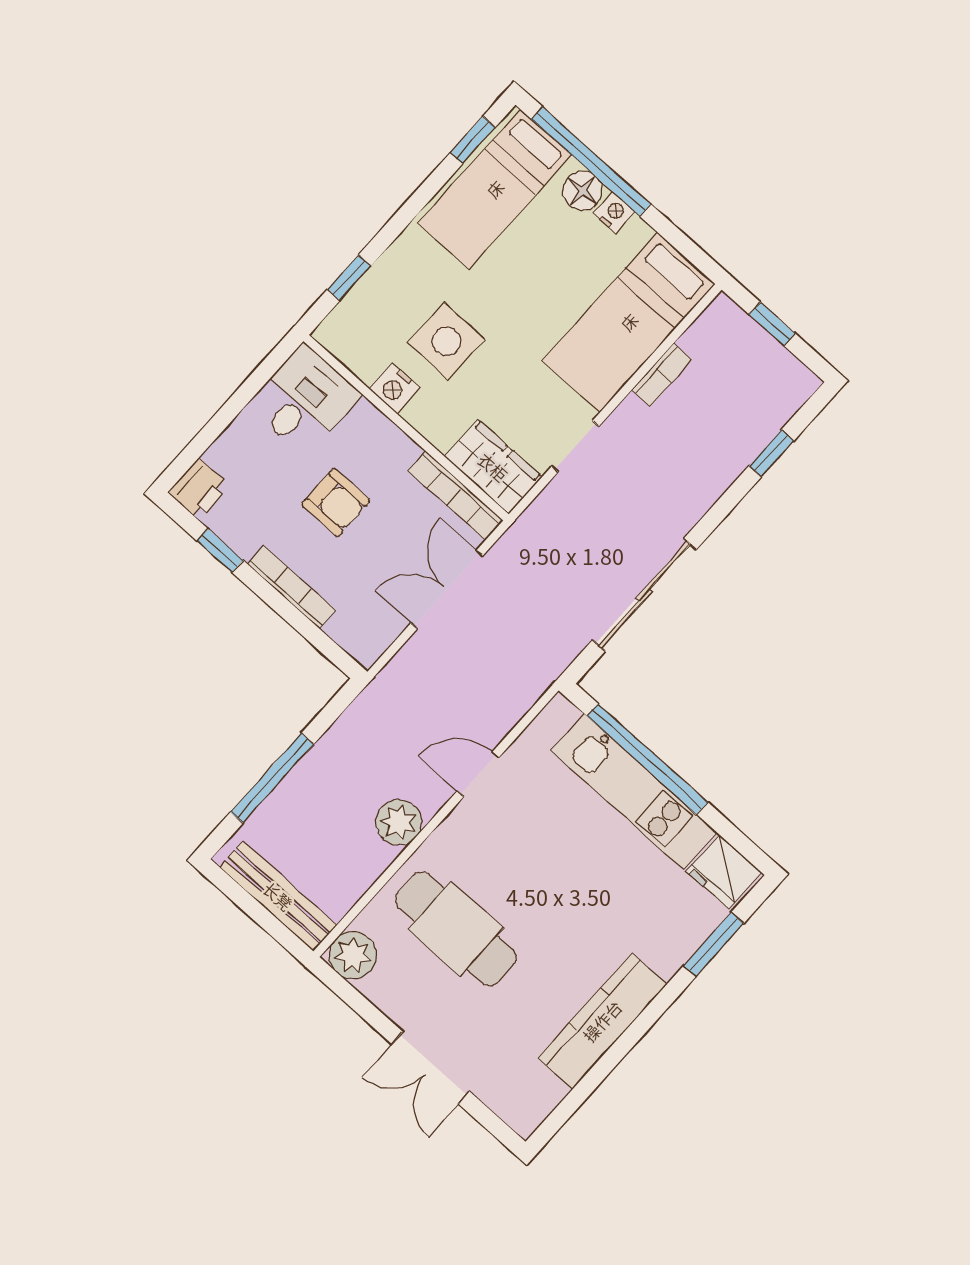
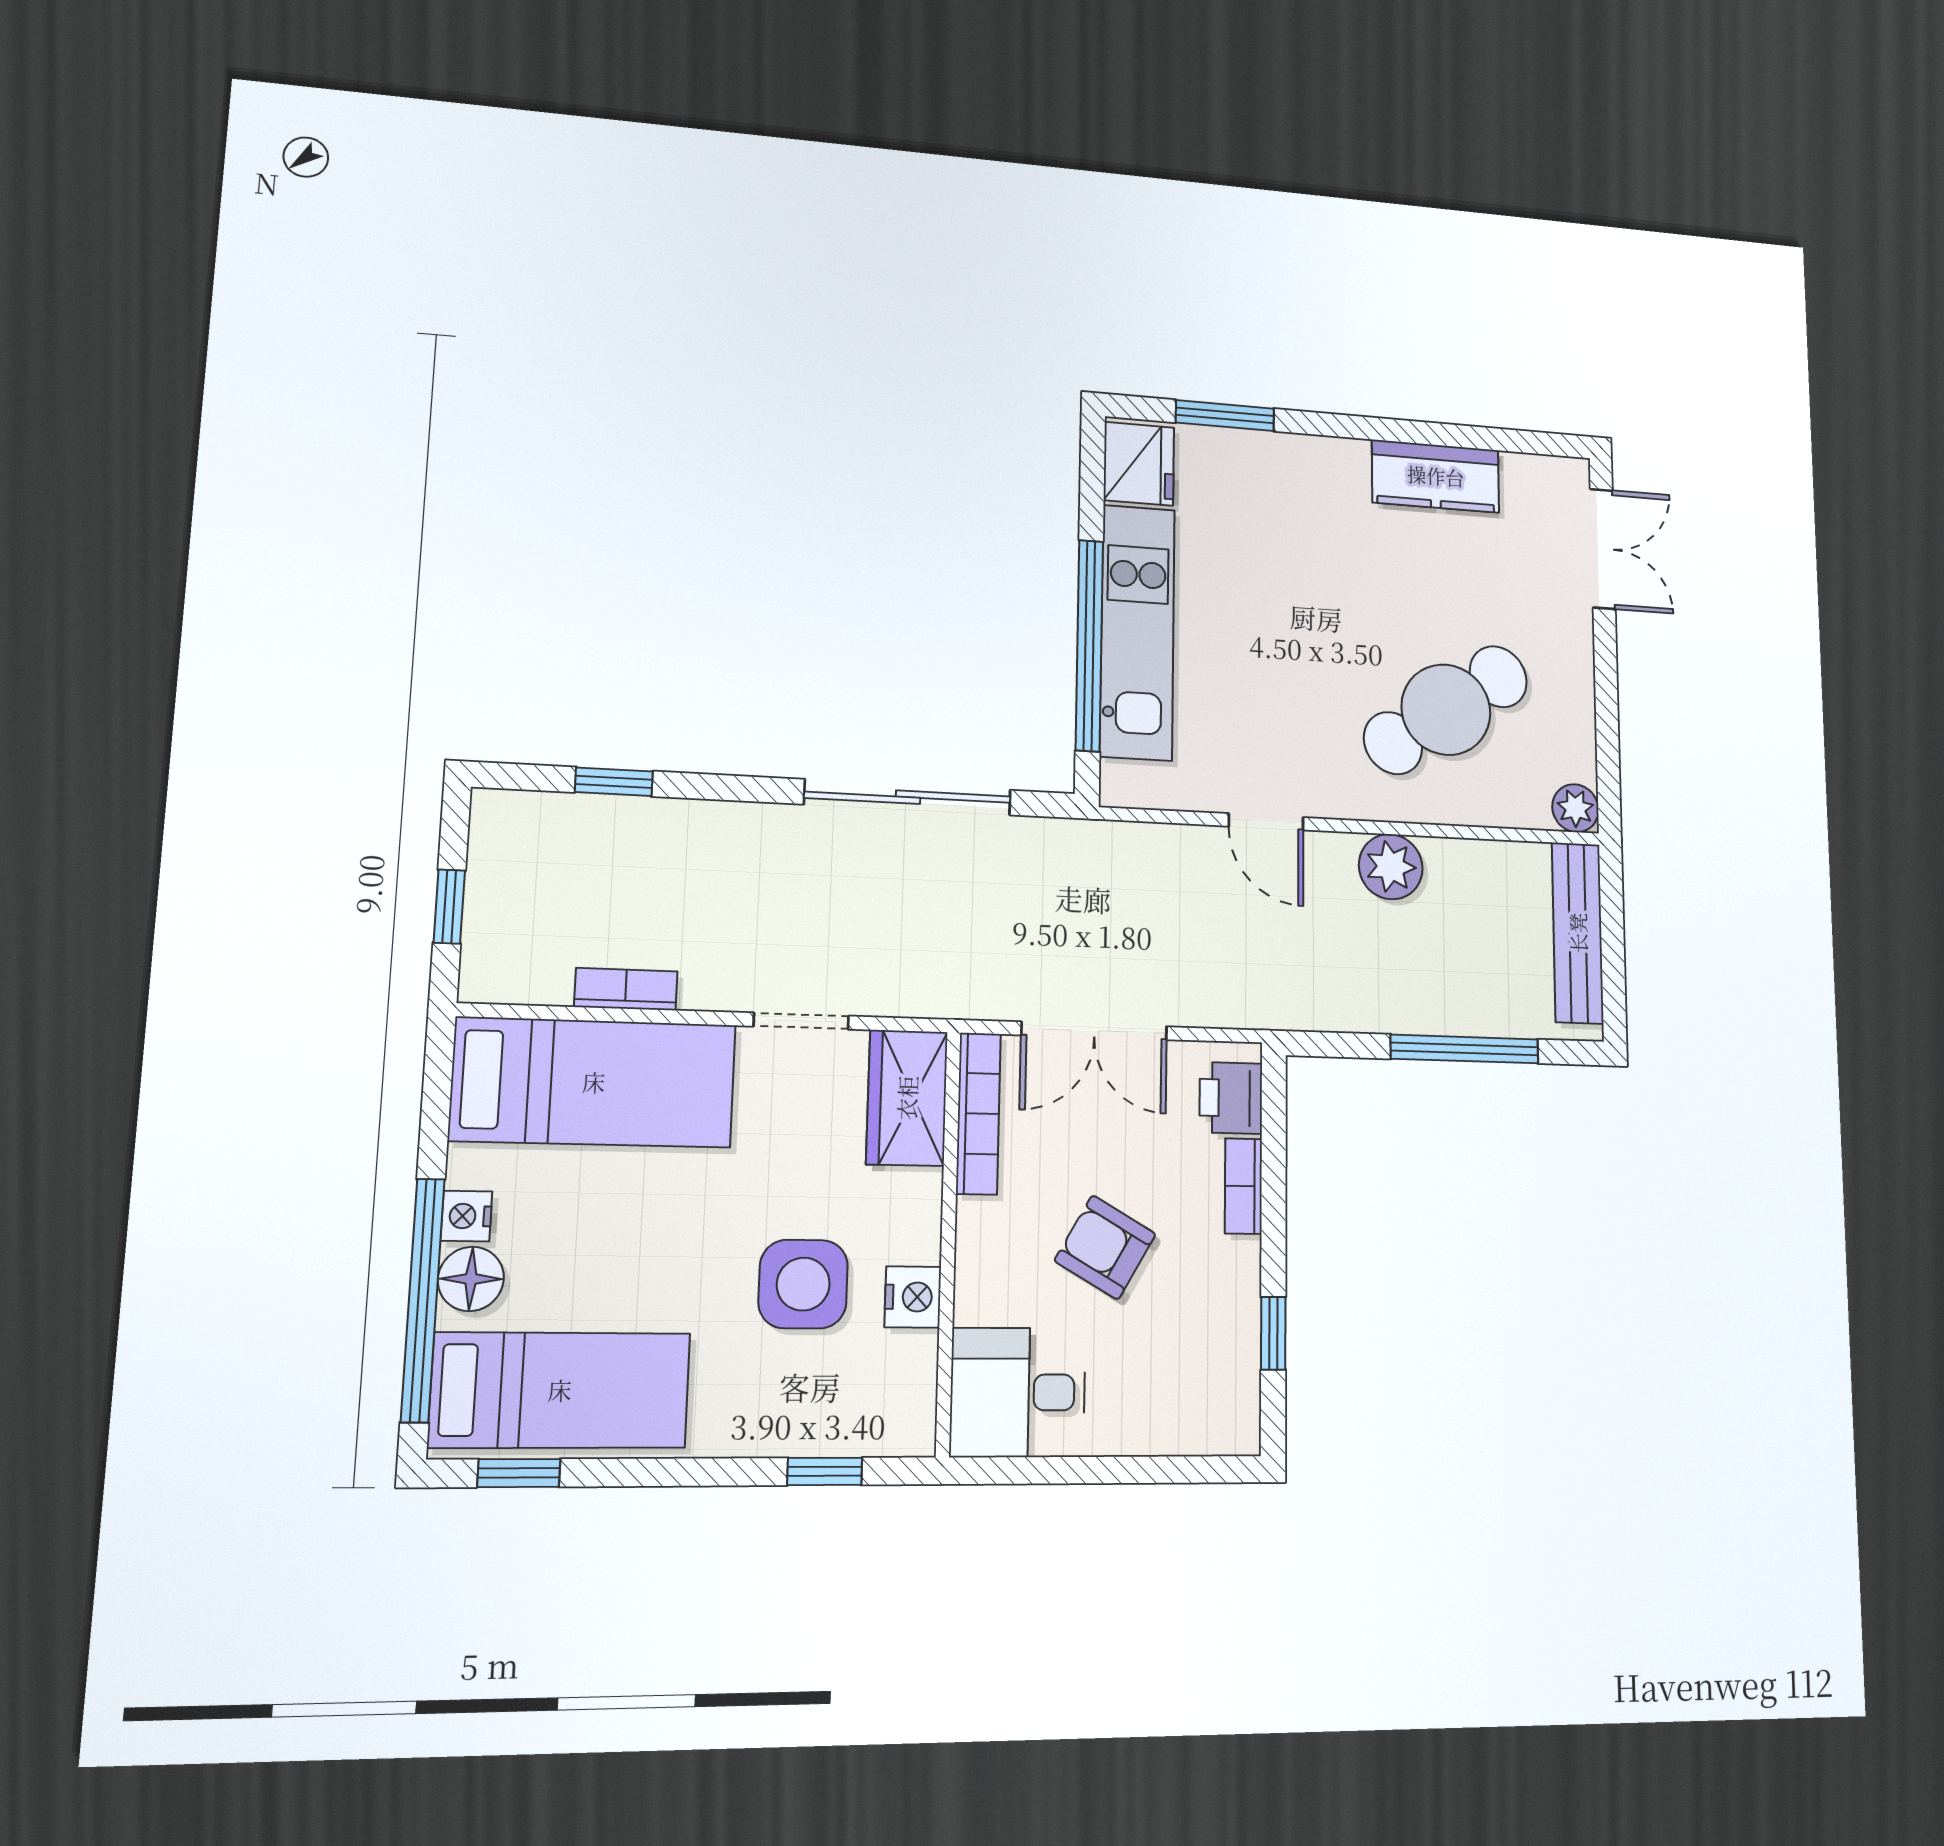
printer: (199, 489) -> (1231, 1098), moved, turned -90
armchair: (336, 502) -> (1105, 1247), turned -60
bookcase: (292, 587) -> (1243, 1186), width x0.64
cafe table: (456, 929) -> (1446, 710), turned 56
plant: (353, 955) -> (1575, 808), width x0.73, depth x0.73
kitchen counter: (602, 1021) -> (1436, 476), width x0.67
double door: (431, 1068) -> (1603, 549), moved

